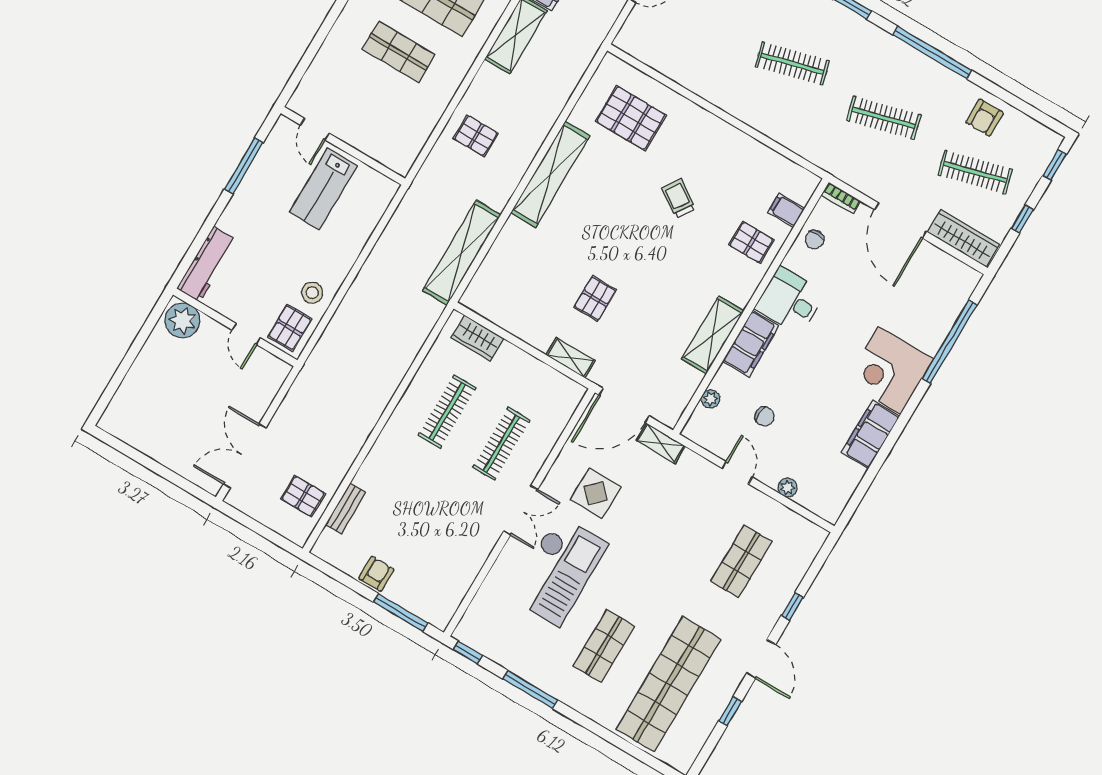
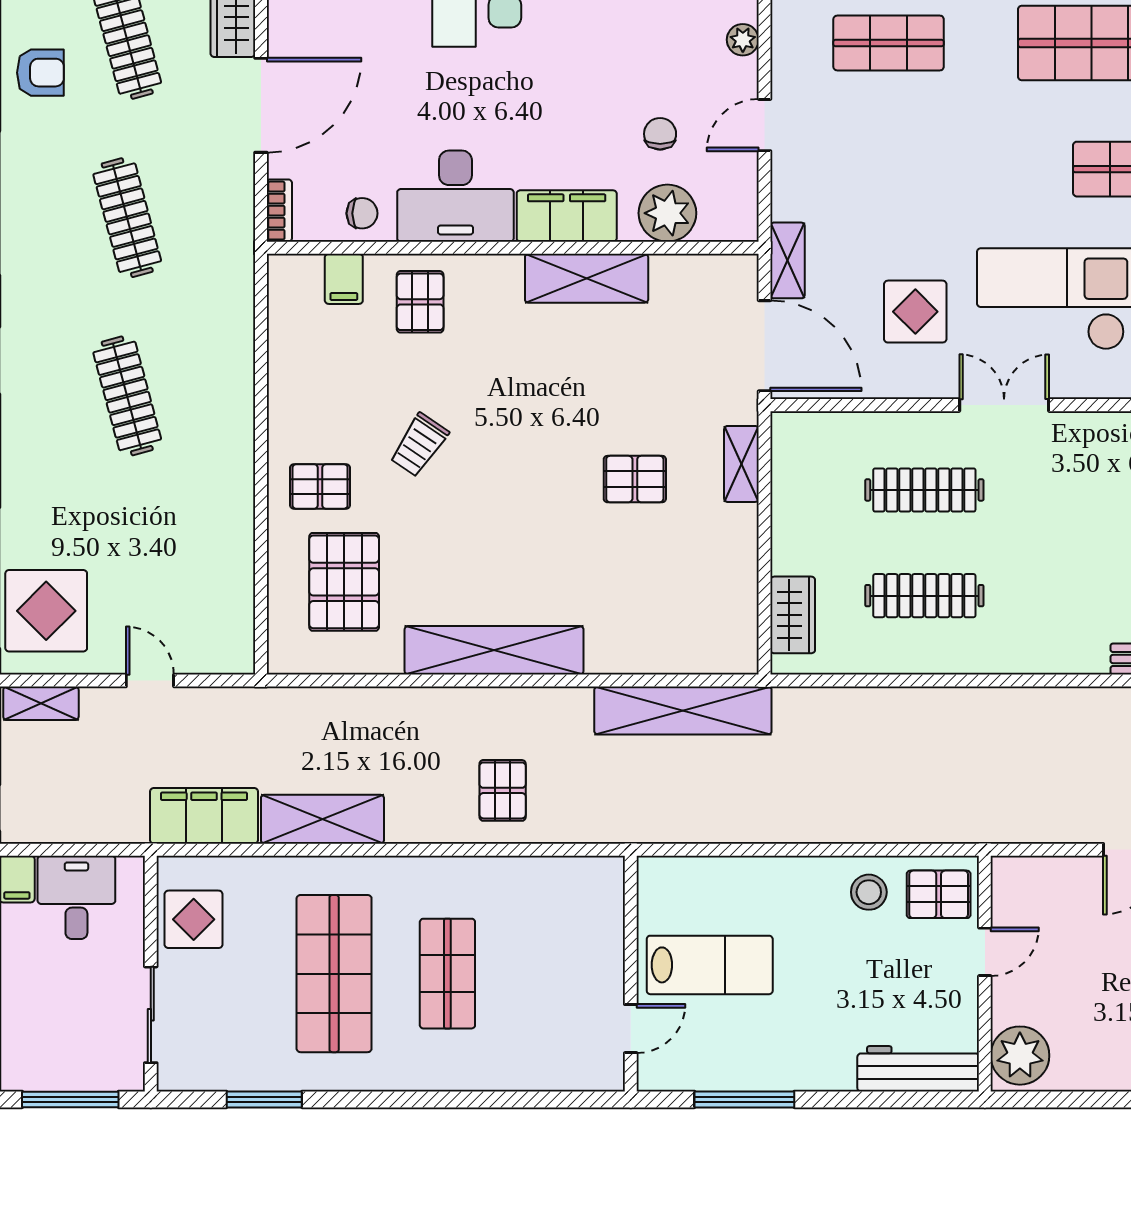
pallet: (687, 135) -> (320, 486), added
desk: (790, 301) -> (455, 196), width x1.37
plant: (711, 399) -> (667, 213), width x1.87, depth x1.87

